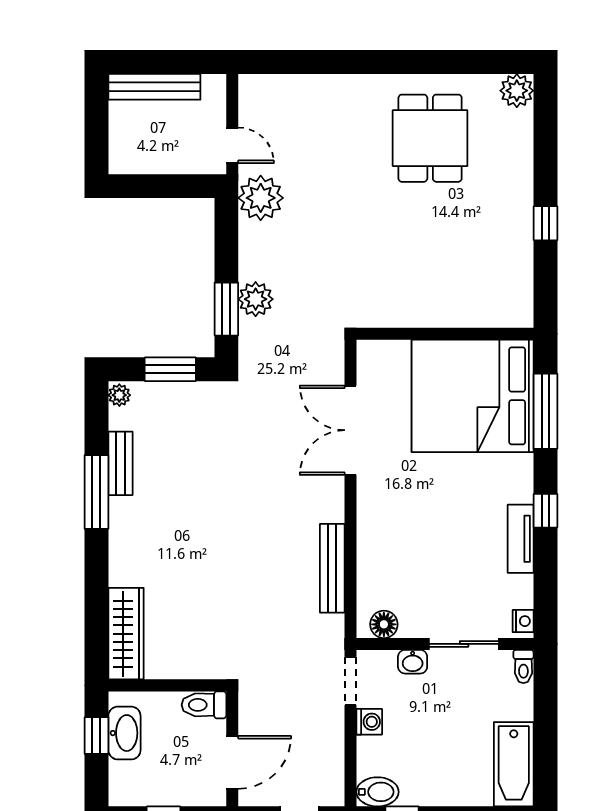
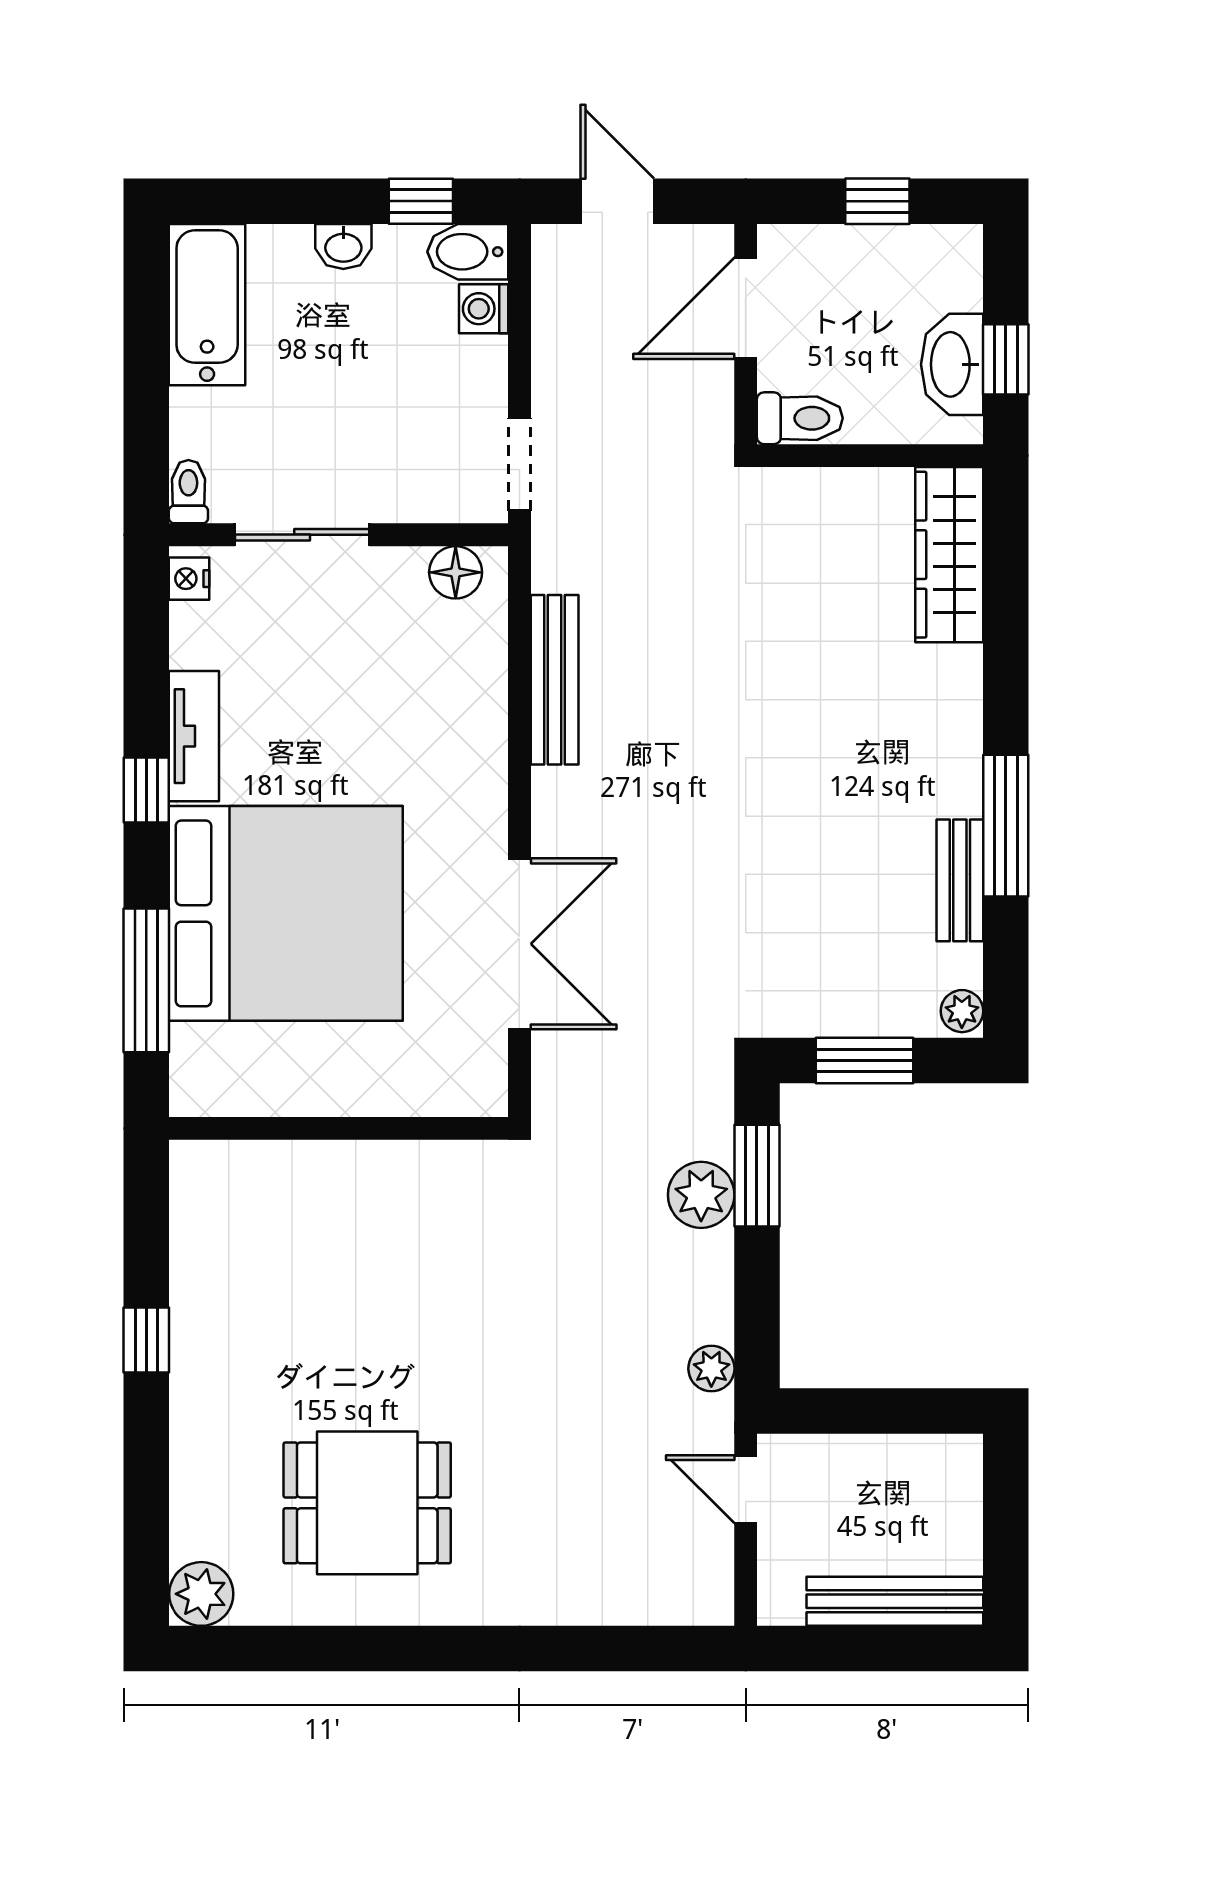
dining table: (430, 138) -> (367, 1503), turned 90
plant: (261, 198) -> (711, 1369), width x0.53, depth x0.53
bed: (473, 396) -> (286, 913), moved
washbasin: (413, 662) -> (343, 246), moved, turned 180
washing machine: (369, 722) -> (484, 309), moved

